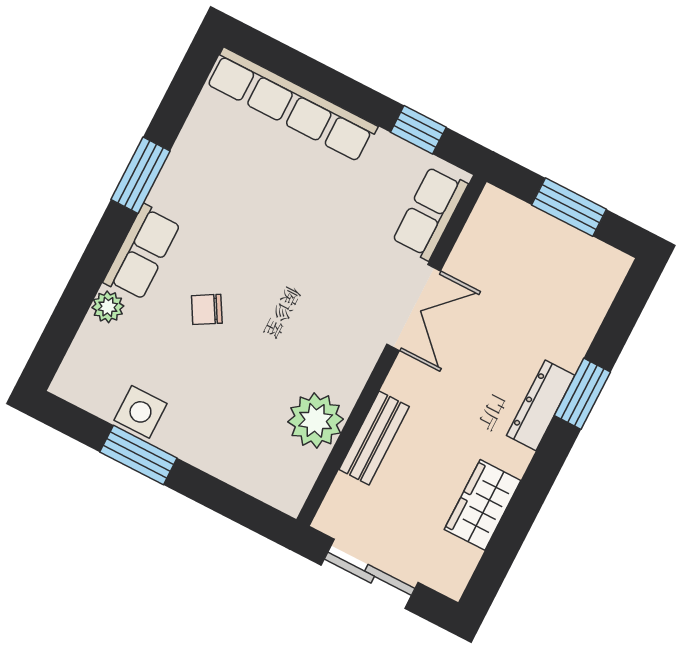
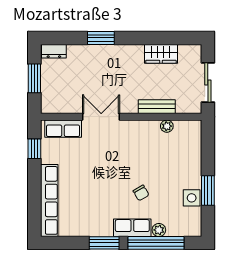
window: (83, 286) -> (156, 243), added
dresser: (541, 405) -> (54, 51), moved, width x0.70
plant: (316, 420) -> (167, 126), width x0.53, depth x0.53

